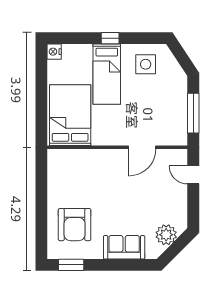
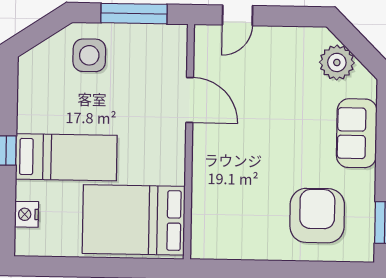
nightstand: (54, 52) -> (27, 214), moved, turned 90
side table: (146, 64) -> (89, 55), moved
armchair: (75, 225) -> (317, 216), turned -90

